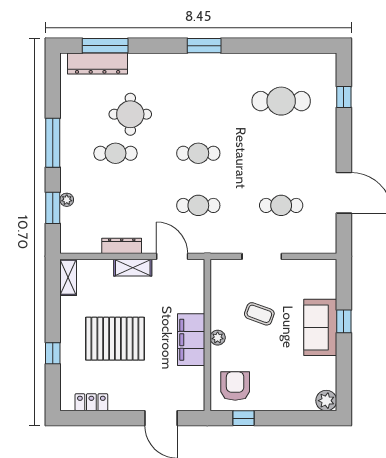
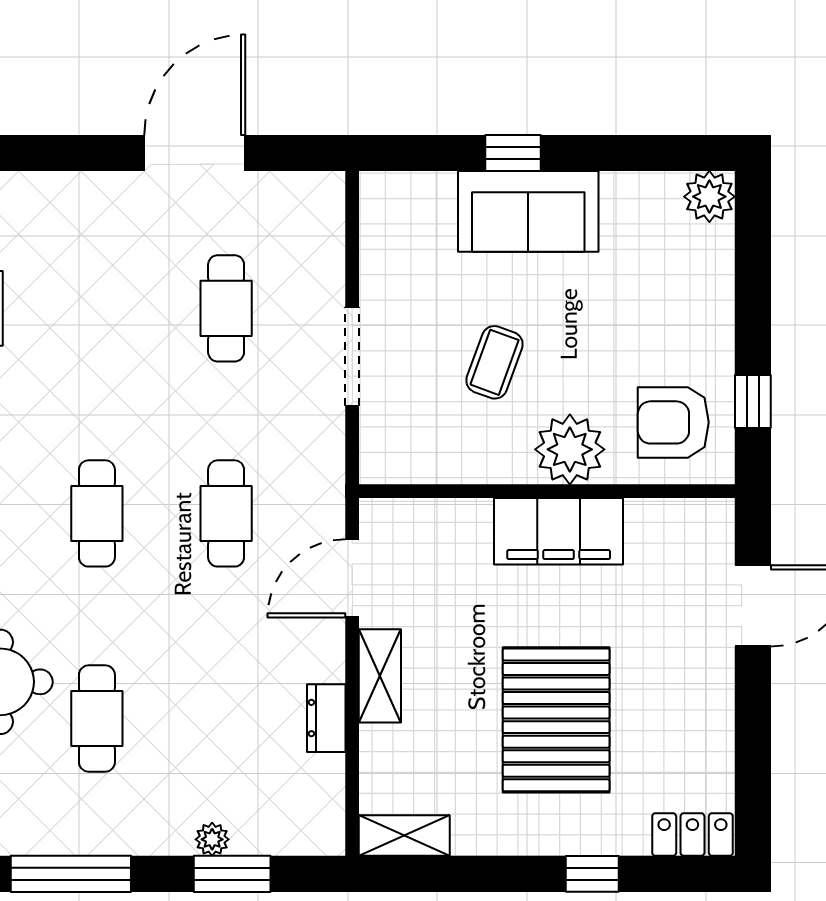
dresser: (122, 246) -> (326, 718), width x0.70
plant: (218, 338) -> (570, 449), width x1.87, depth x1.87
locker: (91, 402) -> (692, 835), moved, turned 90

